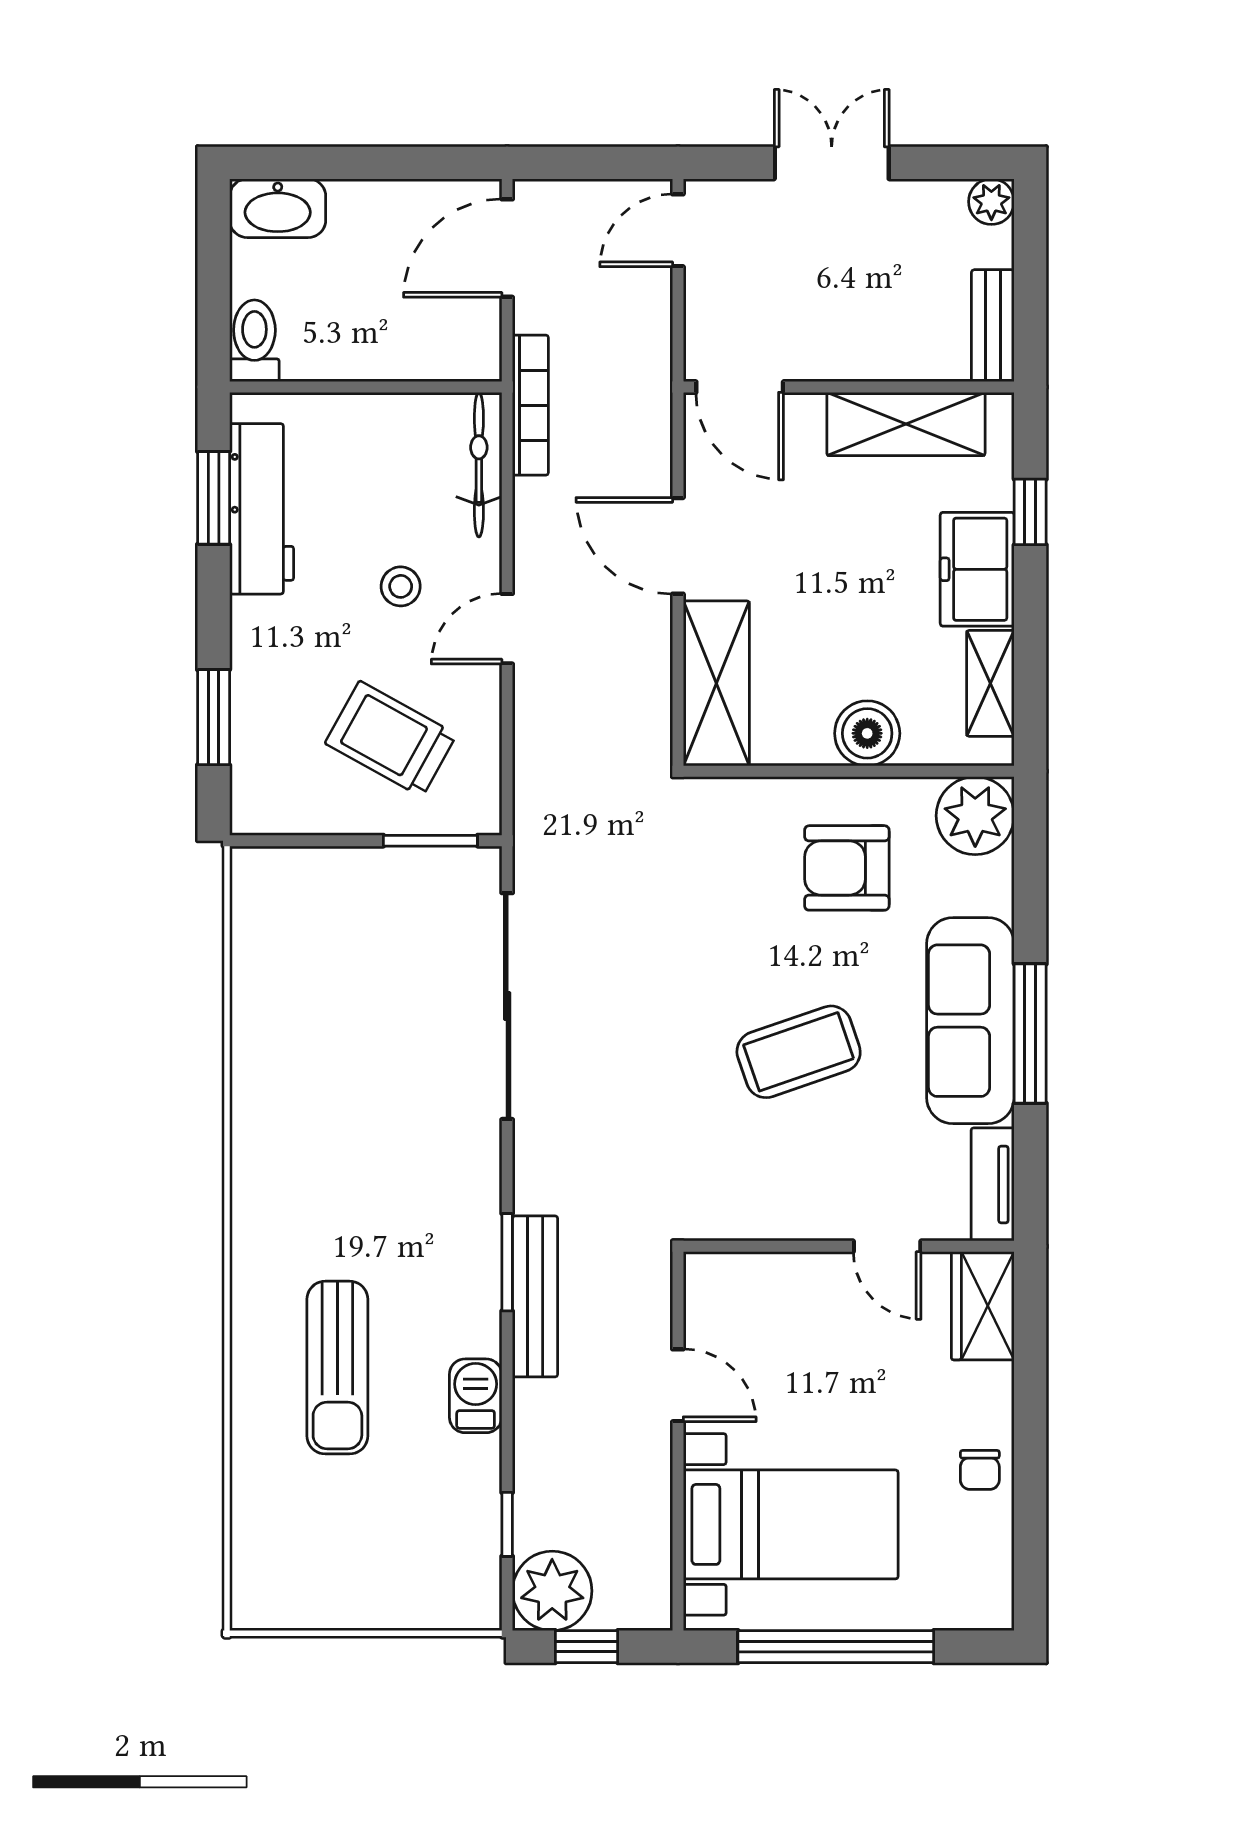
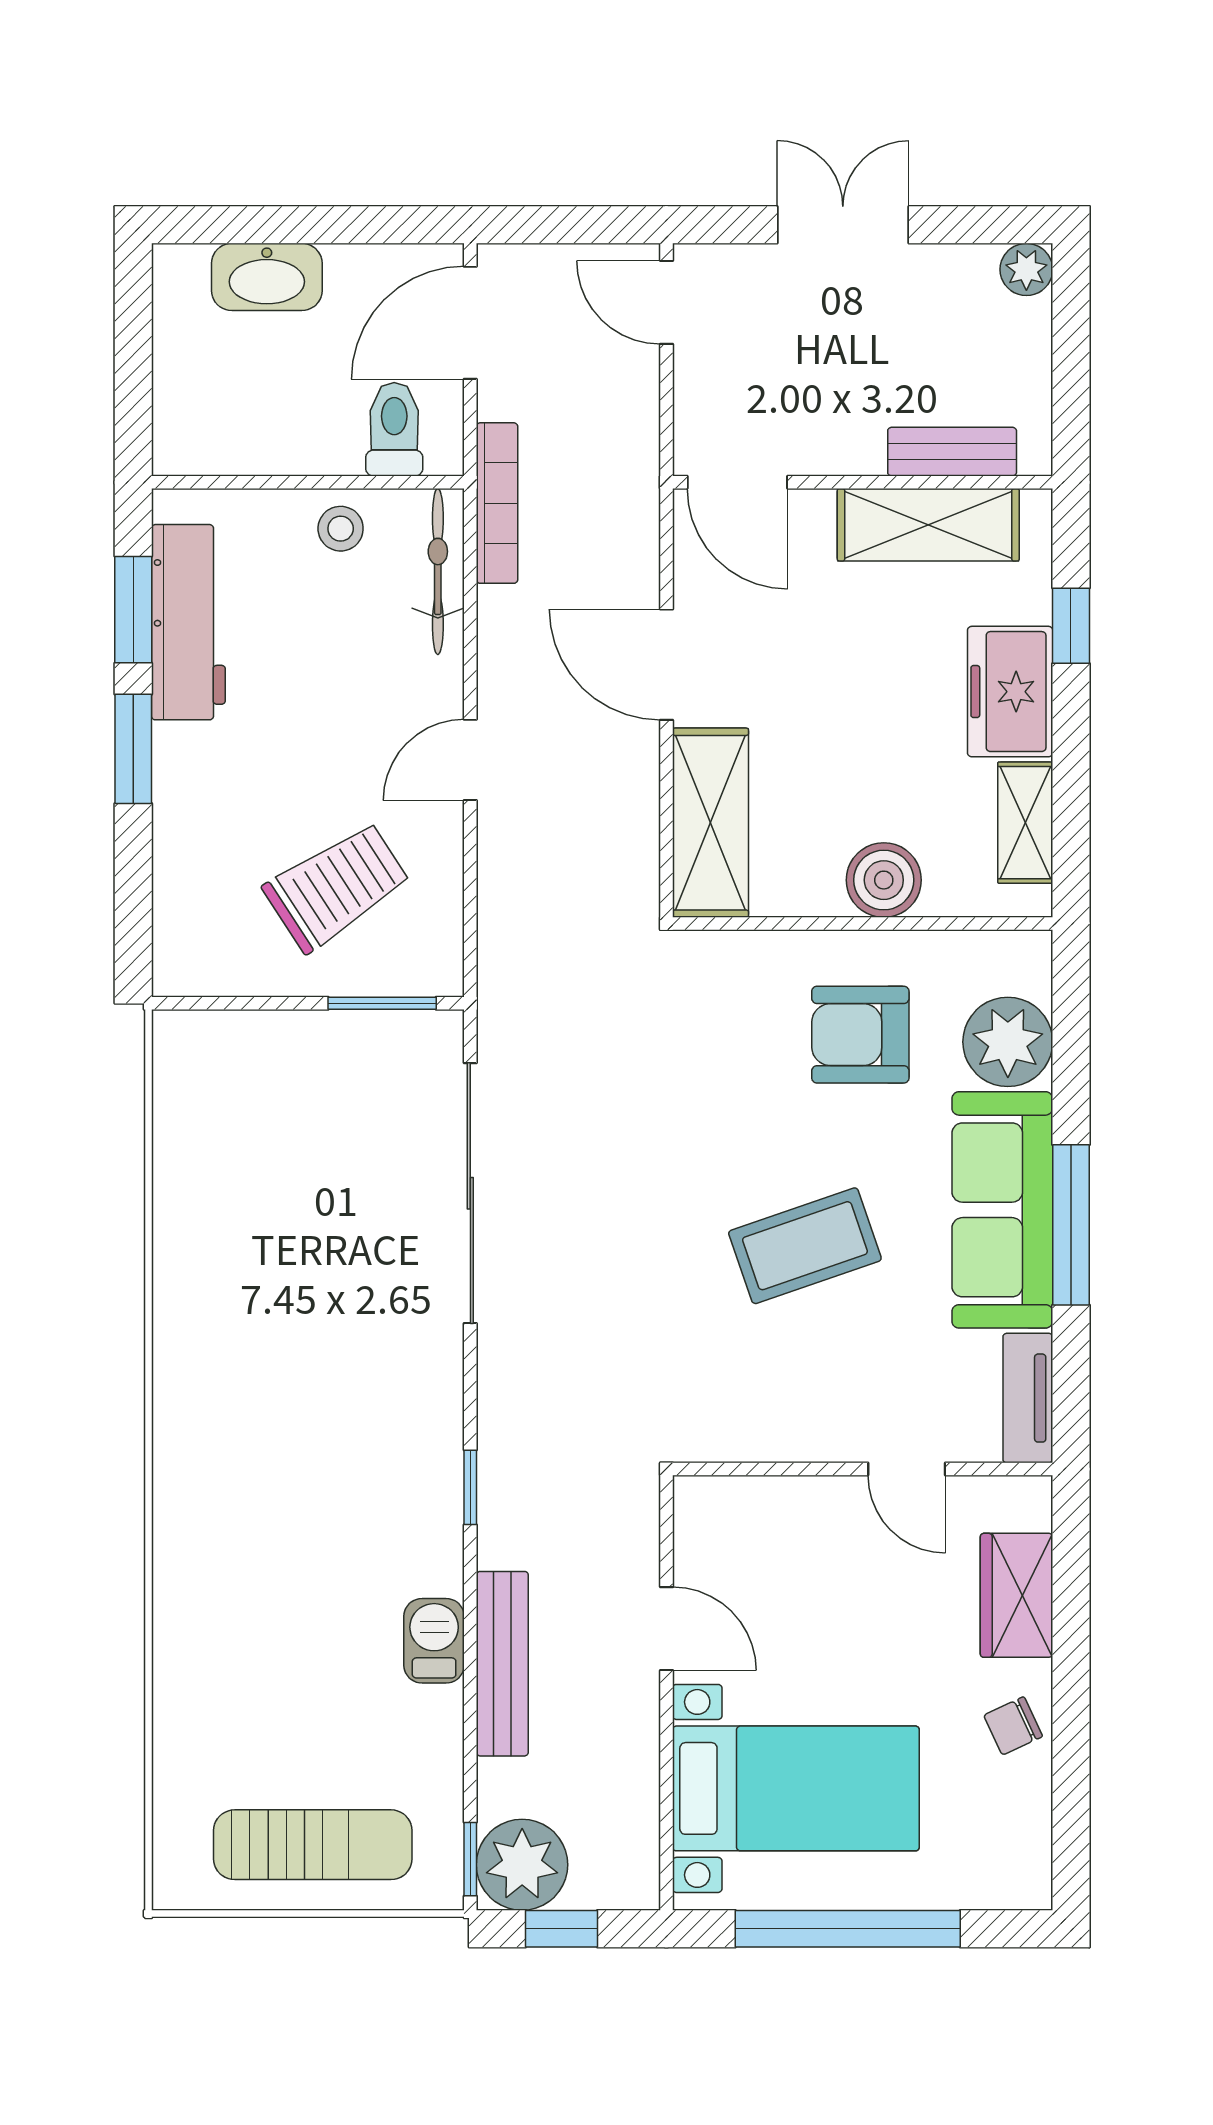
washbasin: (278, 208) -> (267, 277), moved
door: (678, 230) -> (666, 302), hinge flipped
bench: (993, 326) -> (952, 452), moved, turned 90
toilet: (254, 341) -> (394, 429), moved
stool: (401, 586) -> (341, 529), moved
window: (214, 717) -> (133, 749), moved
trolley: (391, 739) -> (337, 886), turned 118
plant: (975, 816) -> (1008, 1042), moved
window: (507, 1262) -> (470, 1487), width x0.67
bench: (535, 1296) -> (502, 1664), moved
wardrobe: (983, 1306) -> (1017, 1595), moved
sun lounger: (337, 1368) -> (313, 1845), moved, turned -90
chair: (980, 1470) -> (1013, 1726), turned 65
window: (507, 1524) -> (470, 1859), moved

